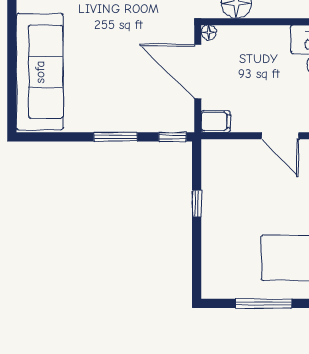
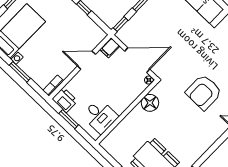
door: (280, 136) -> (86, 60), moved

